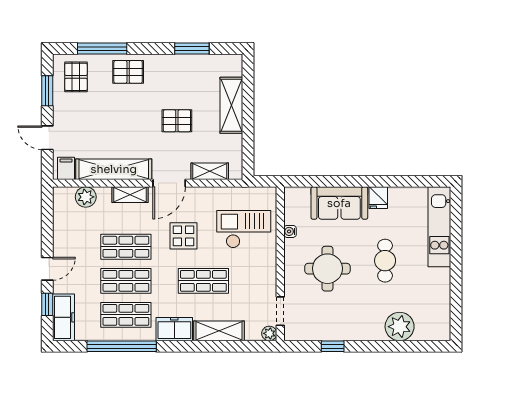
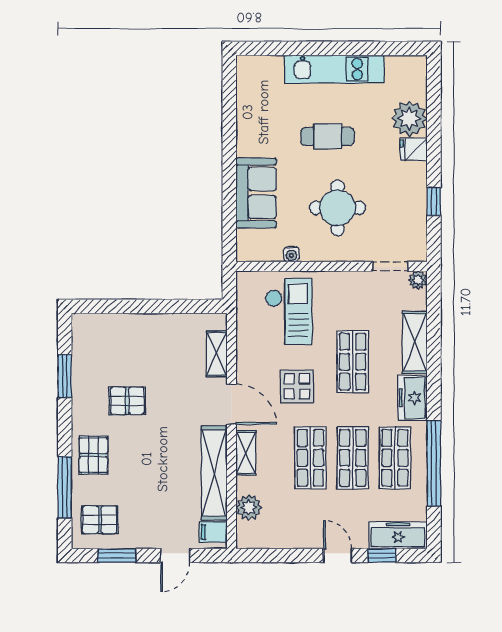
shelving: (231, 105) -> (135, 327), removed
pallet: (177, 121) -> (127, 401), moved, turned 90
fridge: (378, 198) -> (414, 149), moved, turned 180
kitchen unit: (439, 227) -> (334, 69), moved
checkout: (244, 229) -> (289, 312), turned 180

